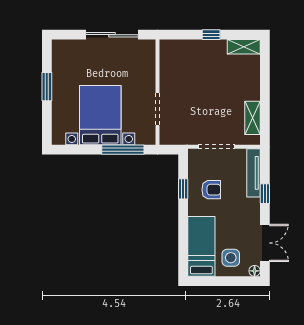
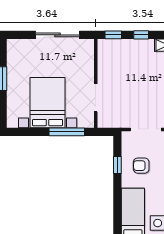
window: (178, 35) -> (113, 35), added
armchair: (211, 190) -> (141, 166), turned 180

